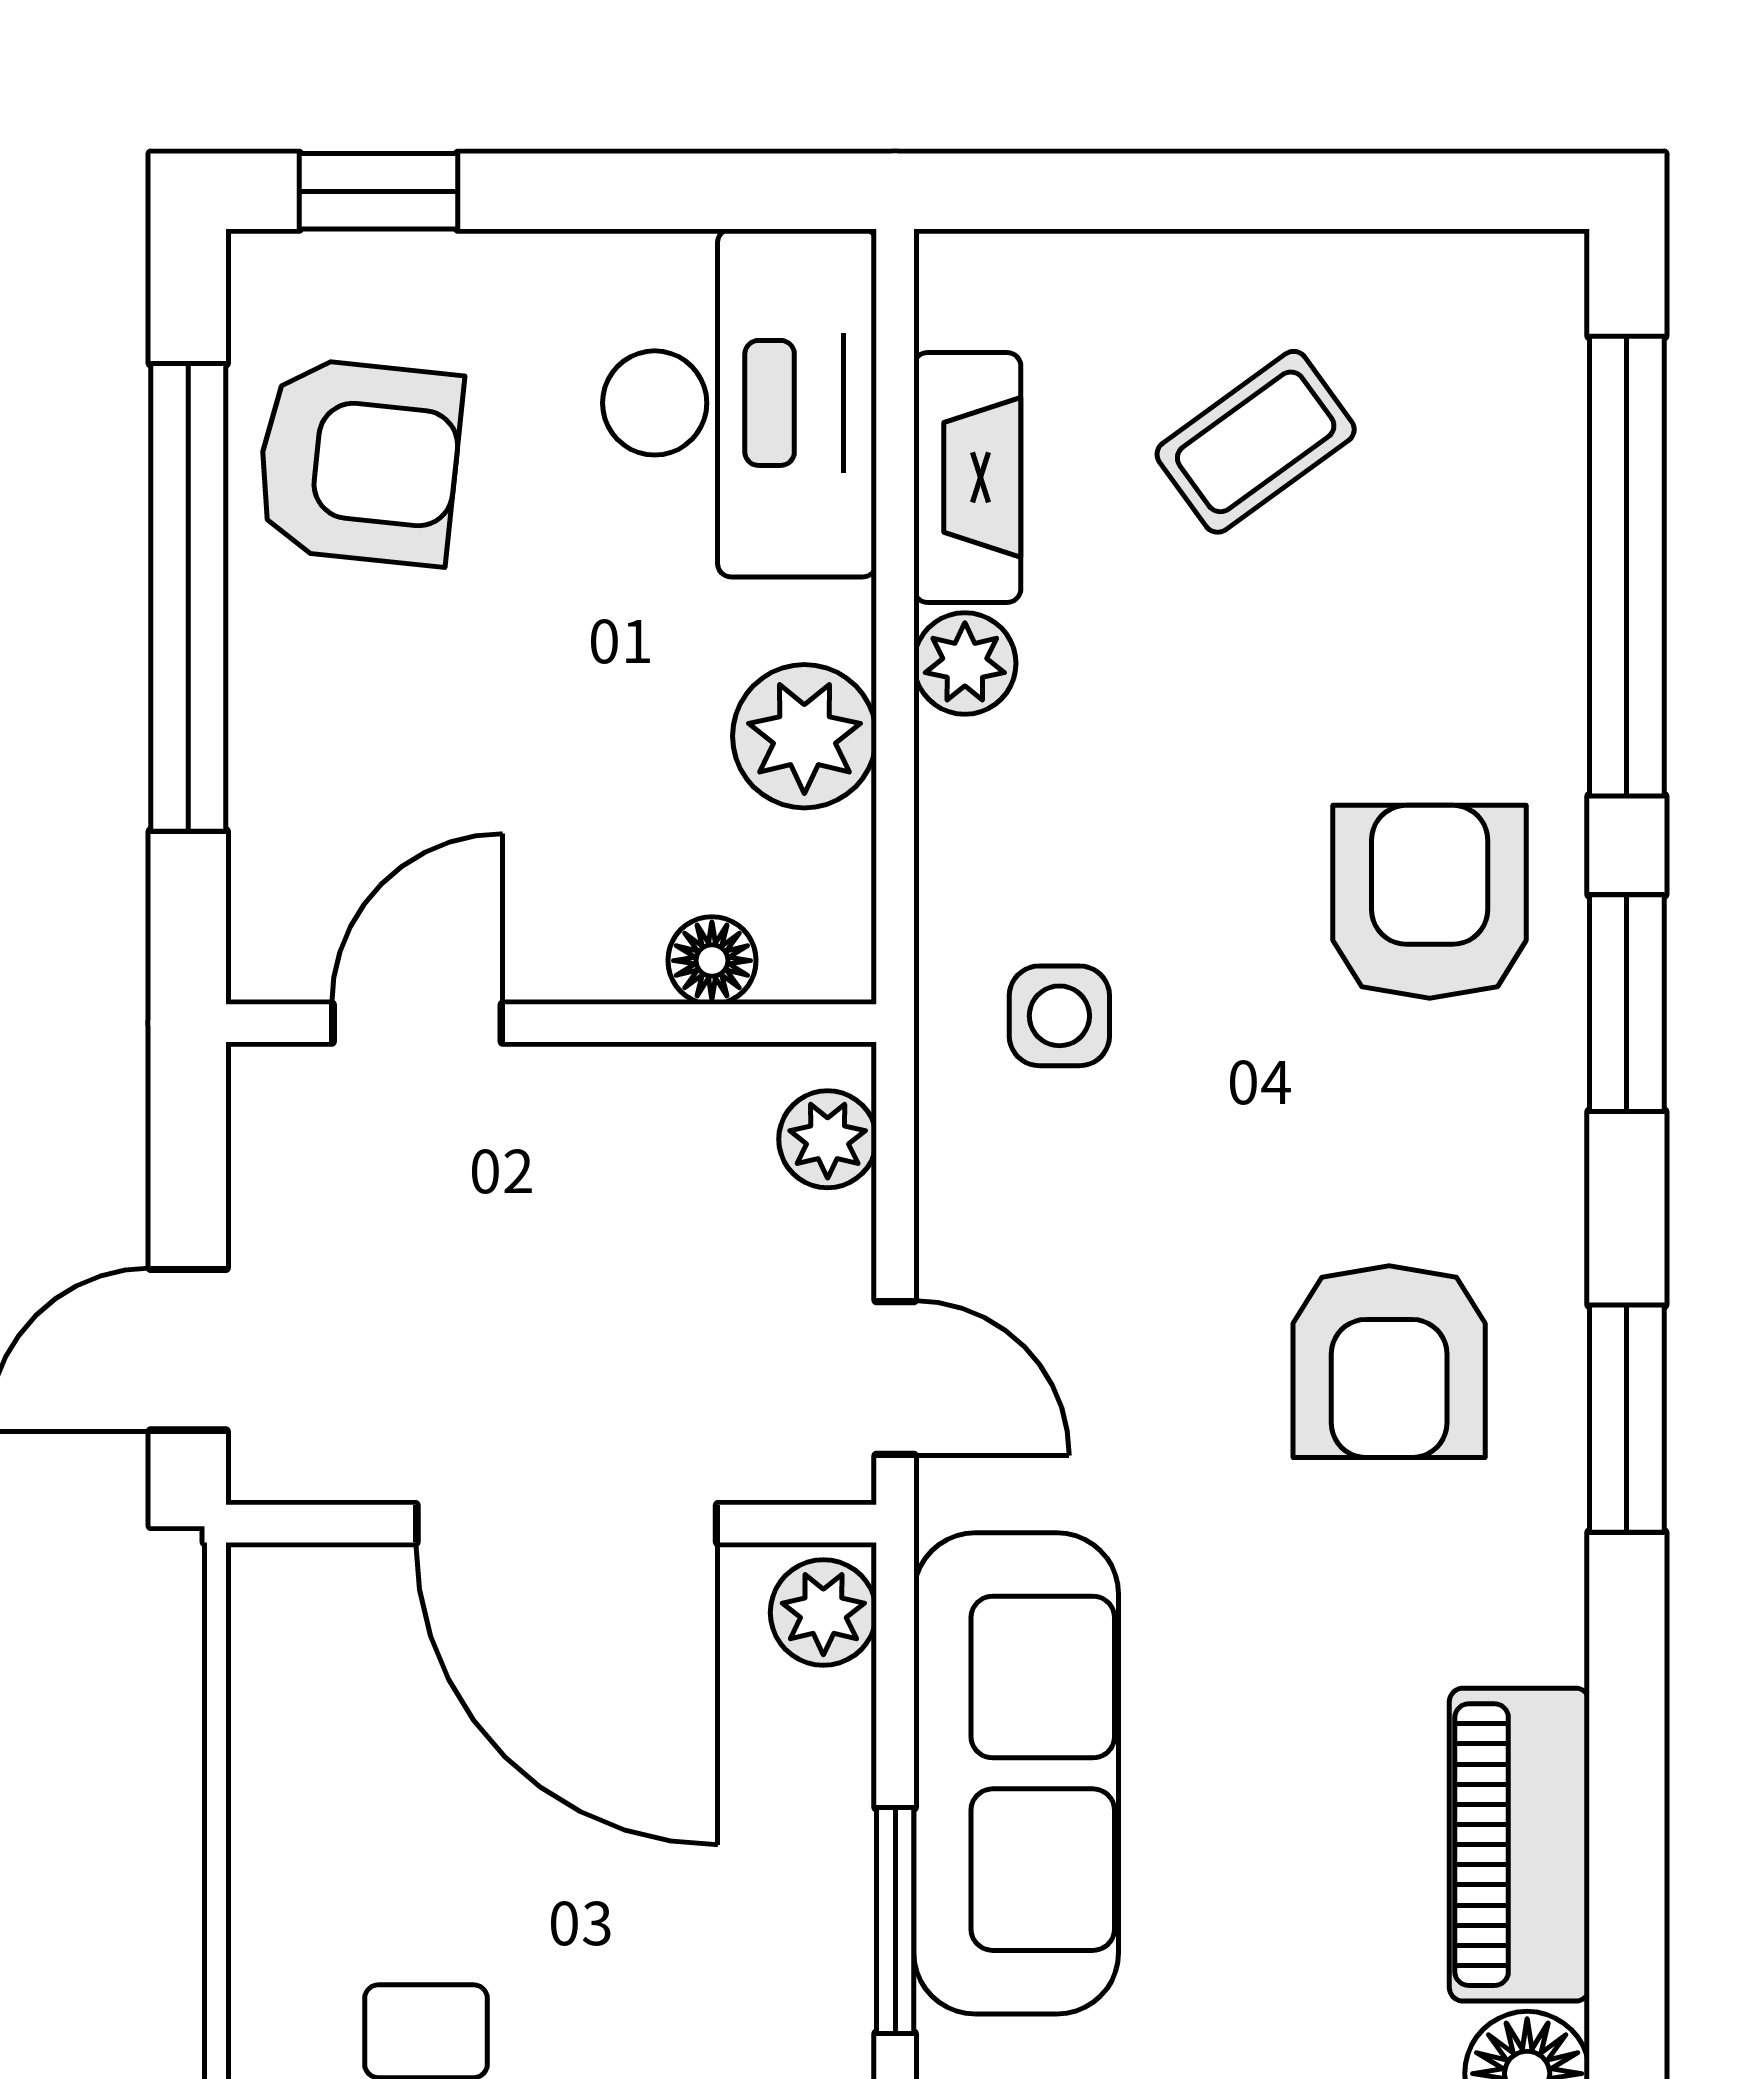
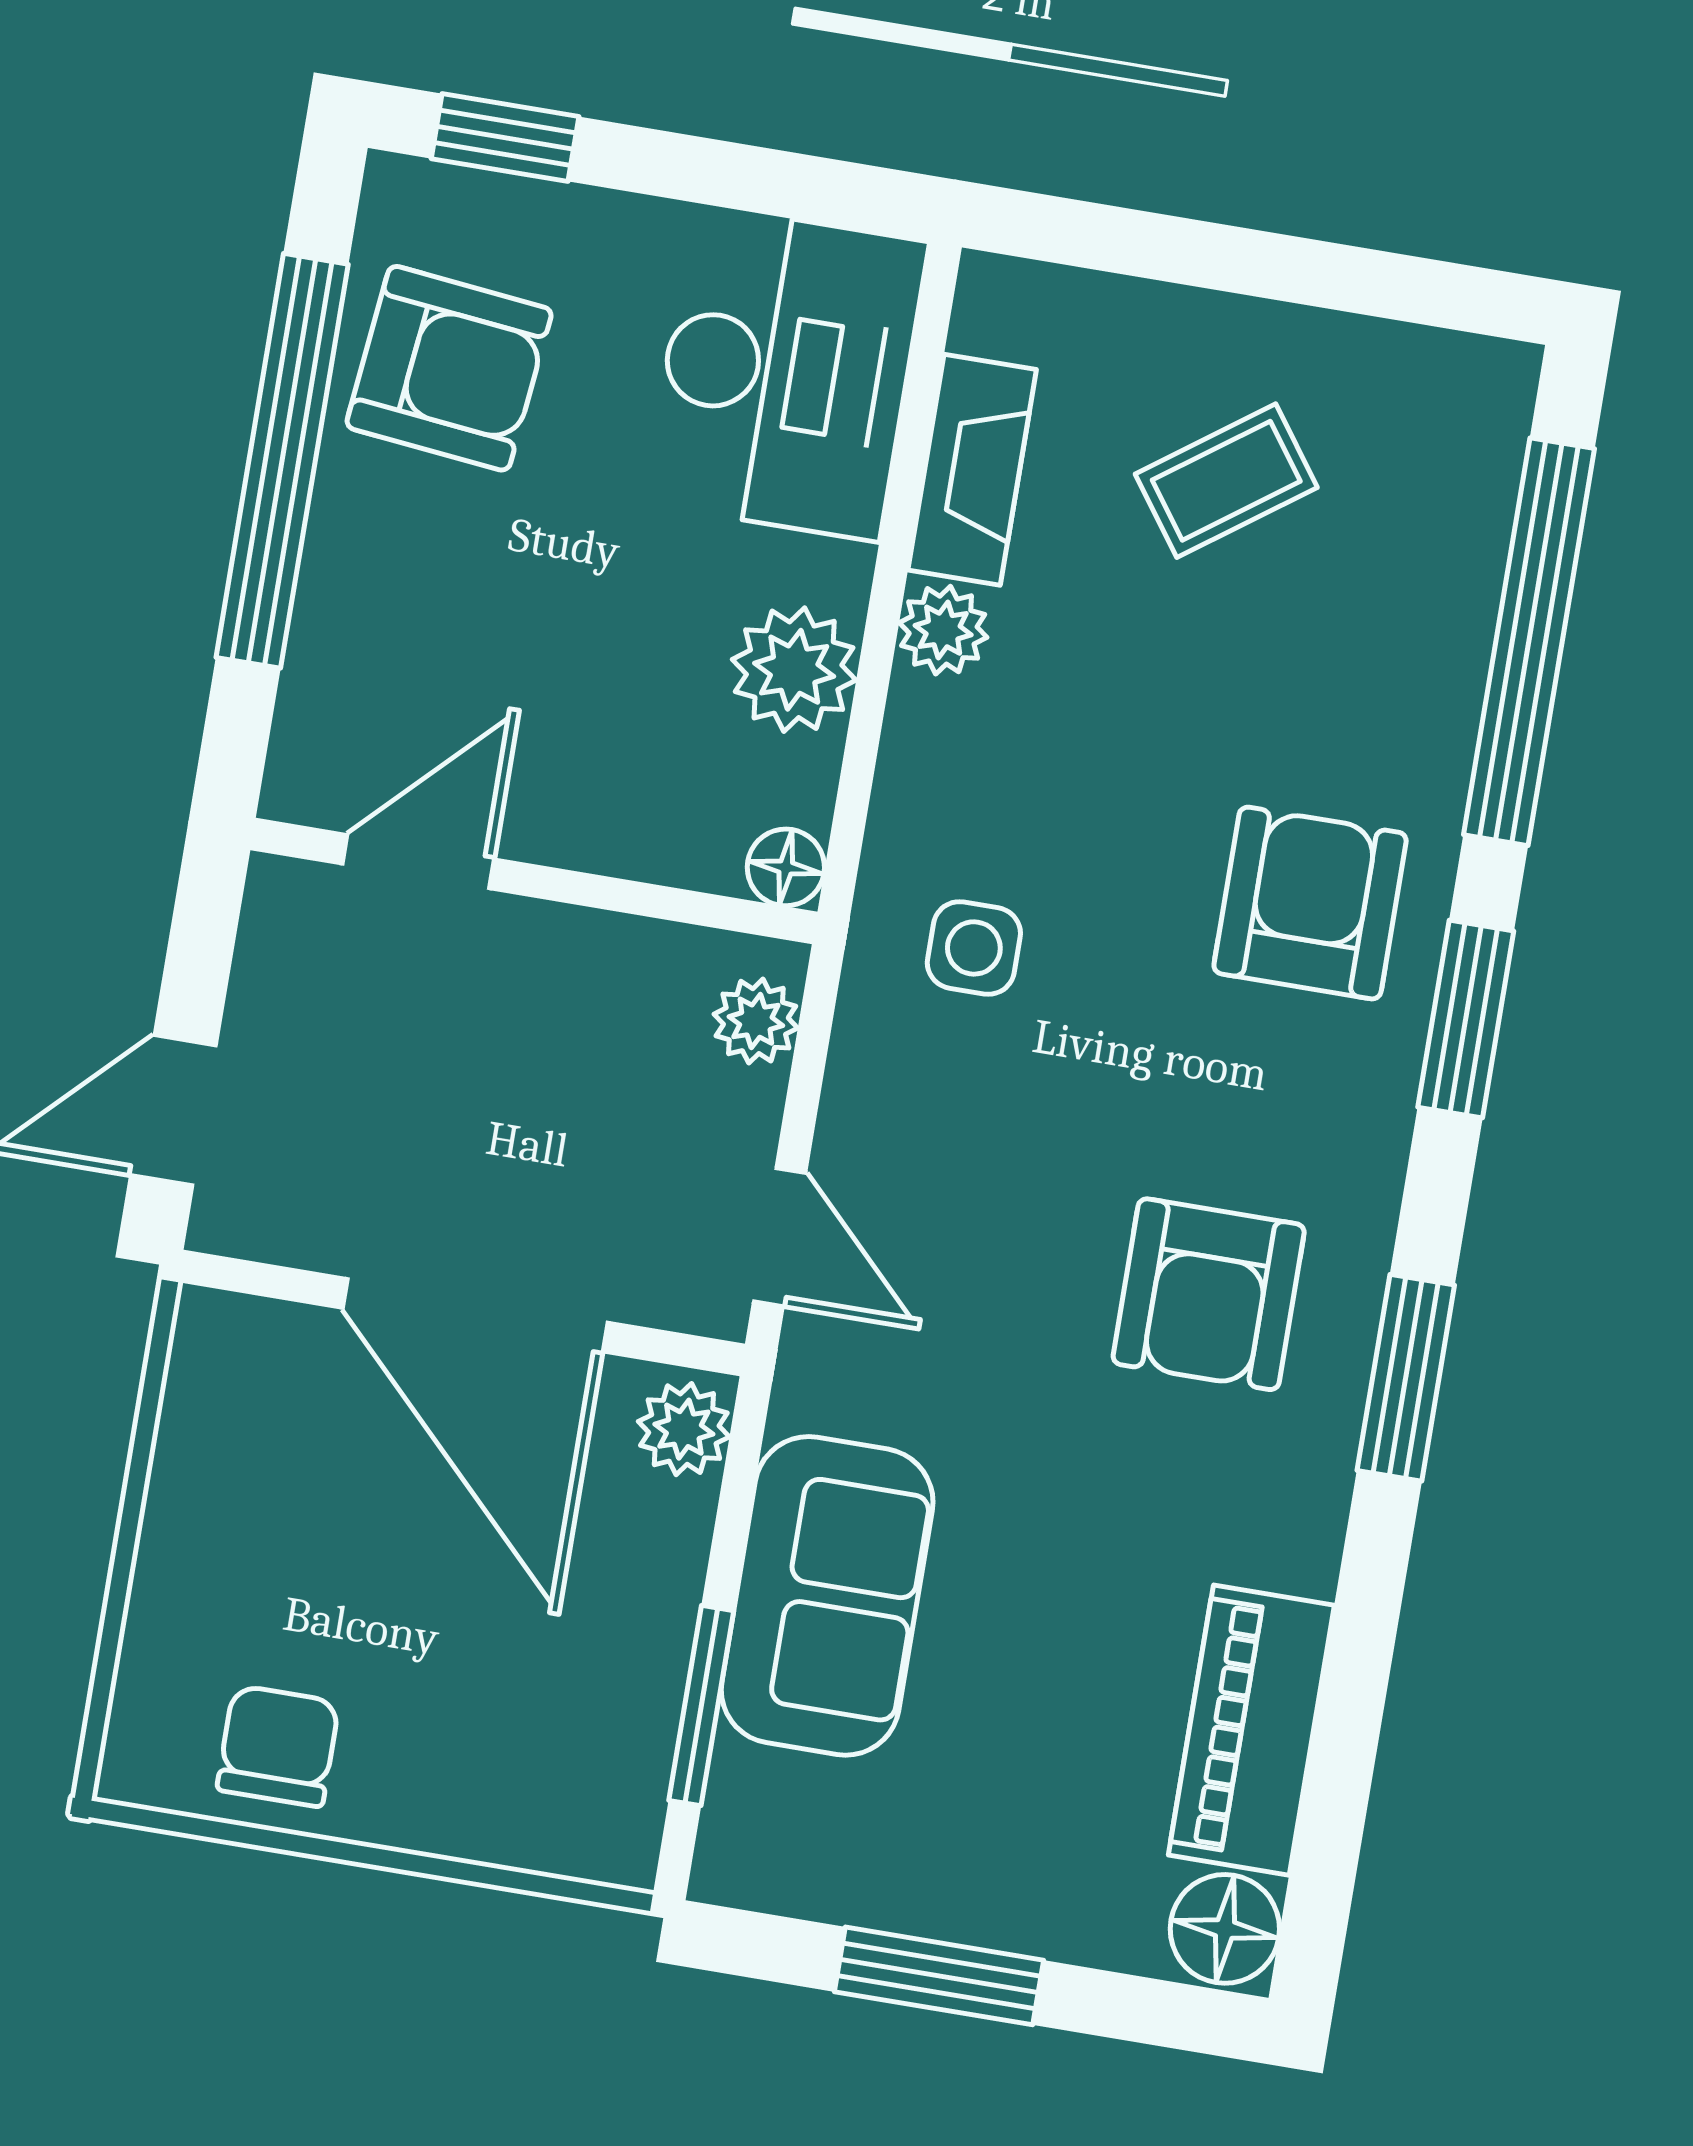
floor lamp: (712, 961) -> (786, 867), moved
sofa: (1016, 1773) -> (827, 1596), width x0.73

